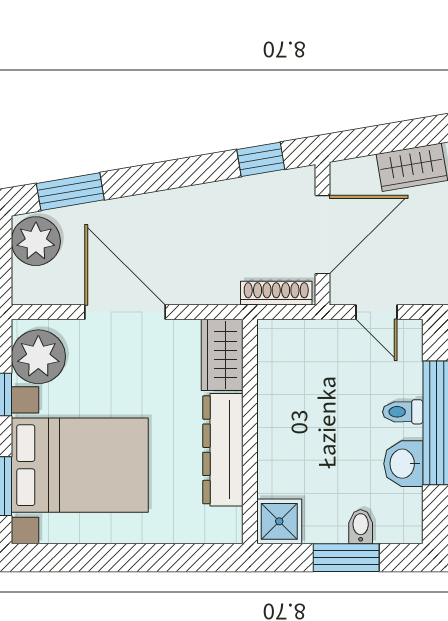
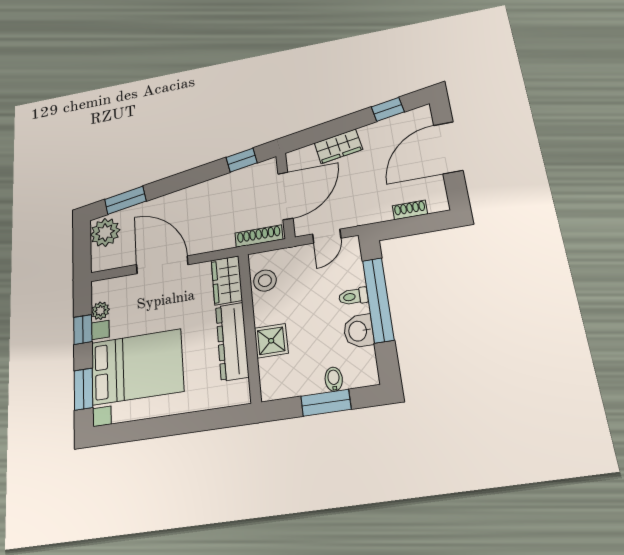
door: (376, 312) -> (327, 236), hinge flipped
plant: (38, 357) -> (100, 311), width x0.53, depth x0.53
stool: (279, 365) -> (265, 281), added
shower: (279, 521) -> (271, 341), moved

